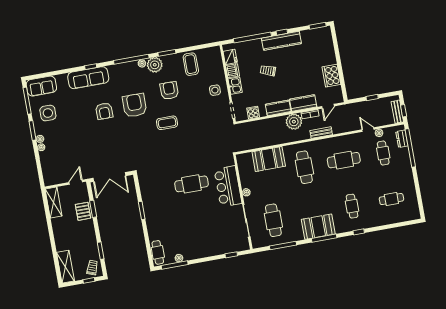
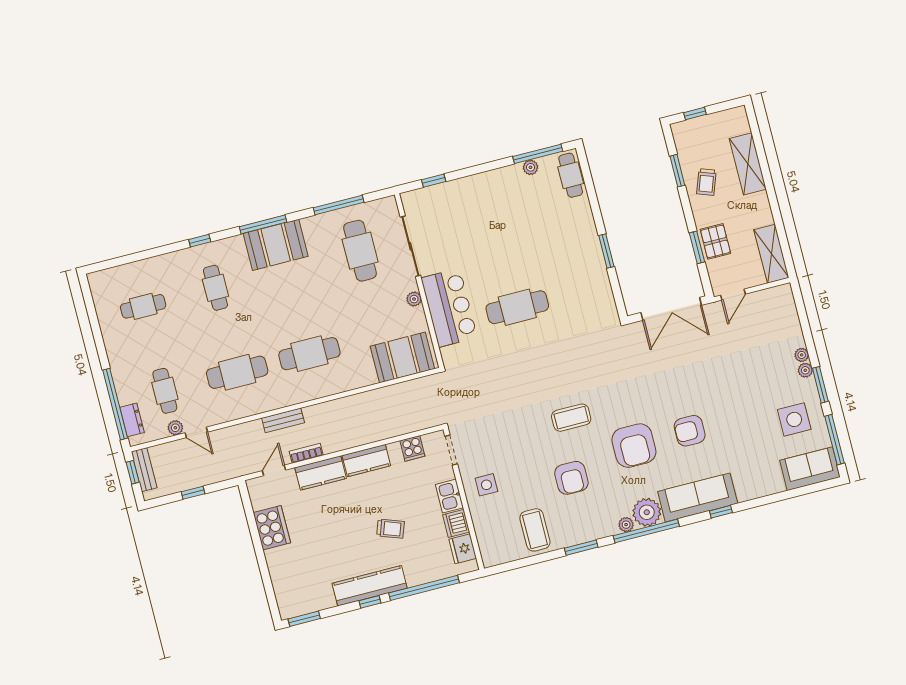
plant: (155, 65) -> (647, 512), moved
sofa: (88, 78) -> (698, 497), moved
armchair: (104, 111) -> (690, 431), turned -90
plant: (294, 122) -> (335, 437), removed
booth: (269, 159) -> (402, 357), moved
cafe table: (304, 167) -> (309, 354), turned 90
double door: (109, 177) -> (671, 309), swing flipped
shelving: (65, 267) -> (748, 164), moved
trolley: (92, 267) -> (706, 182), moved

